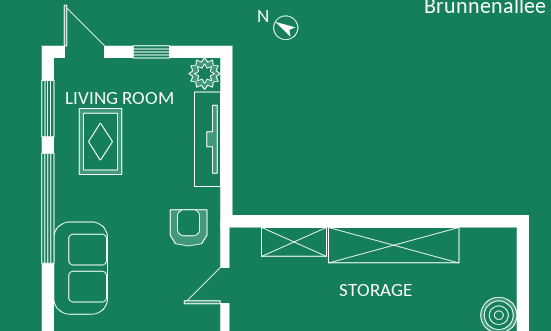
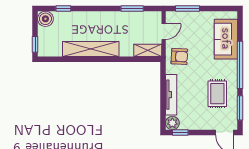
window: (151, 52) -> (180, 132), moved
armchair: (189, 228) -> (179, 56), turned -87
shelving: (294, 242) -> (148, 50), moved
window: (523, 256) -> (35, 44), added

